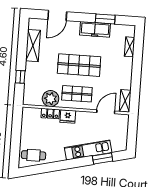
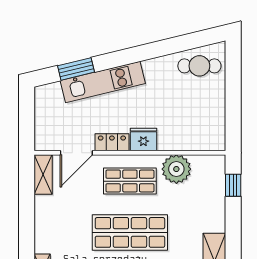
window: (20, 77) -> (233, 185), moved
locker: (50, 114) -> (112, 142), moved

